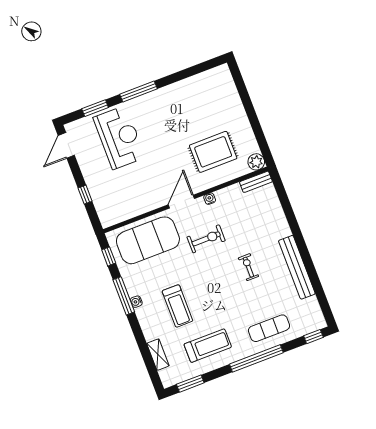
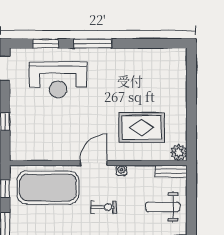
reception desk: (119, 137) -> (58, 80), turned 90
weight bench: (261, 218) -> (163, 207), added
exercise bike: (206, 239) -> (104, 207), width x0.73, depth x0.72

